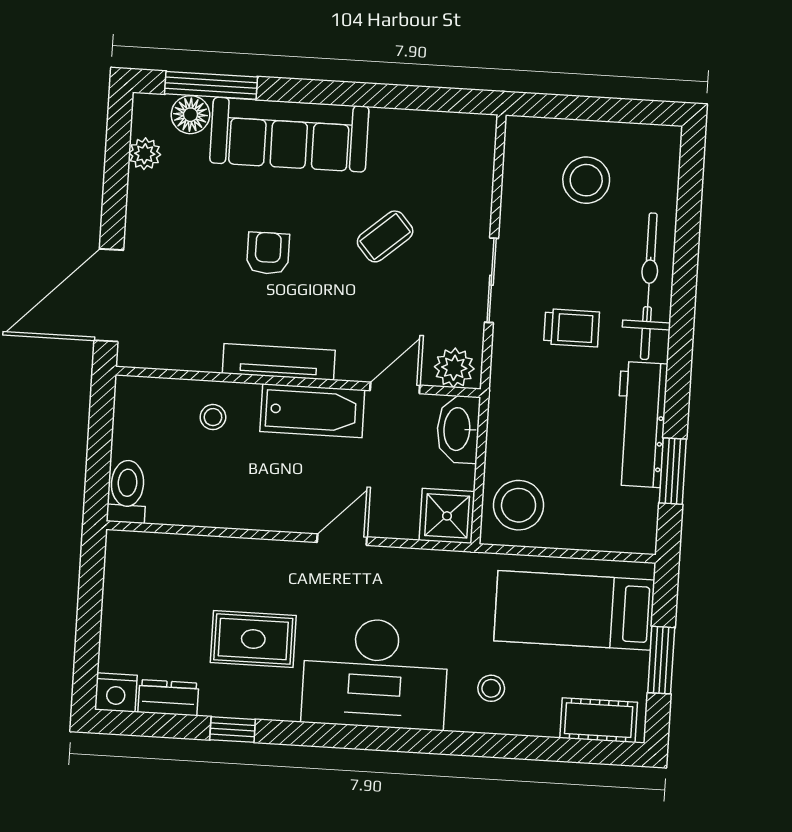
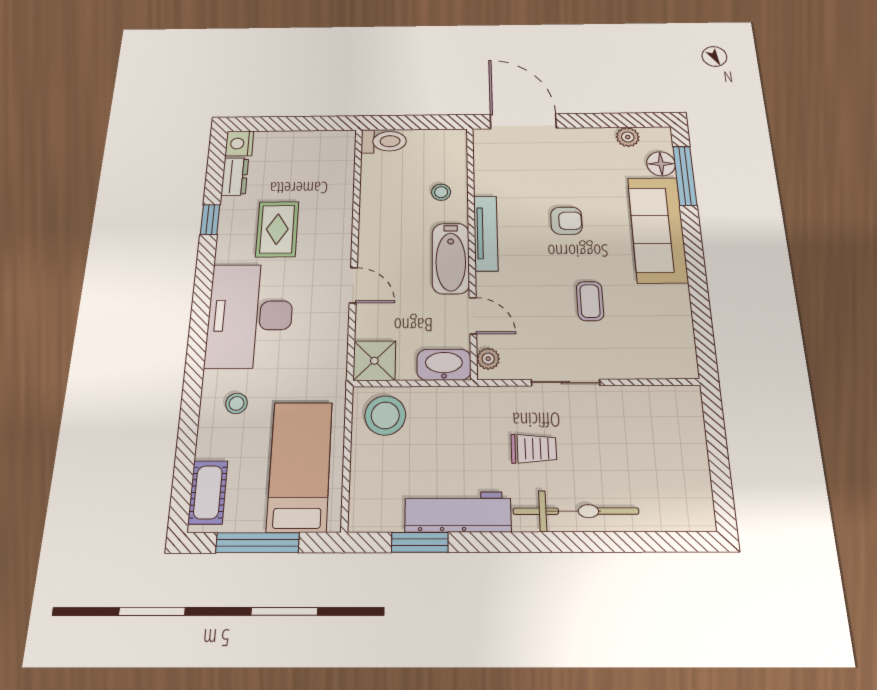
stool: (586, 180) -> (658, 453), removed
coffee table: (385, 236) -> (590, 301), turned 41
trolley: (572, 328) -> (534, 449), turned -90
plant: (454, 368) -> (488, 359), width x0.73, depth x0.73
window: (661, 660) -> (258, 543), width x1.44

